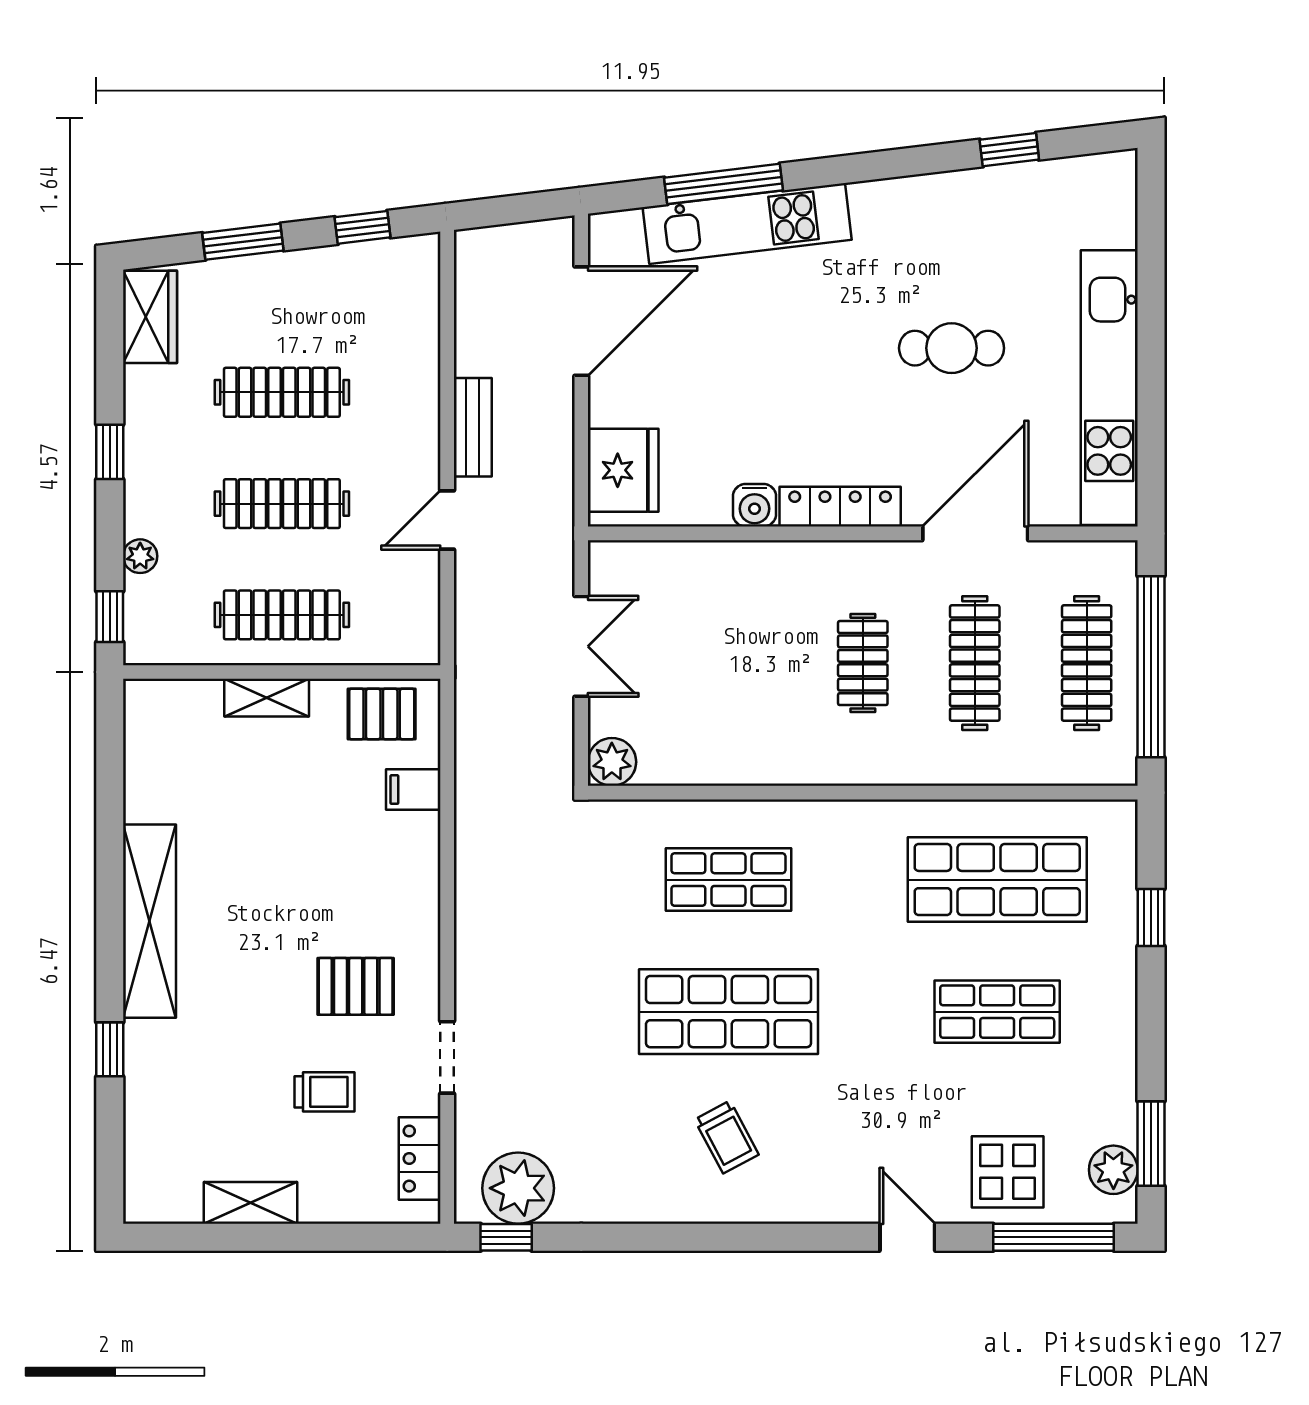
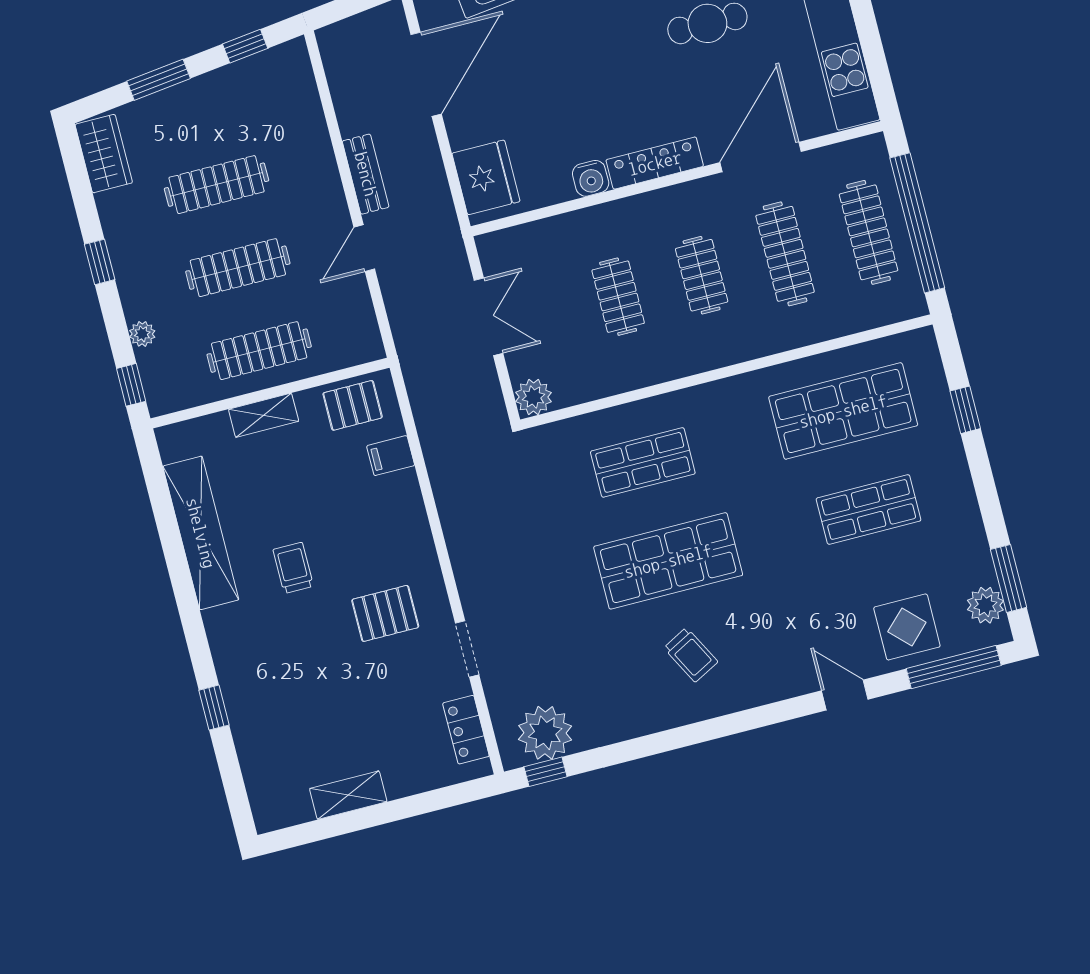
clothes rail: (751, 663) -> (618, 297), added
shelving: (150, 921) -> (201, 533), moved
trolley: (325, 1092) -> (293, 568), moved, turned -90

